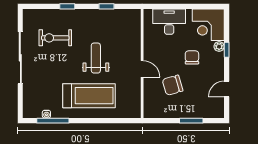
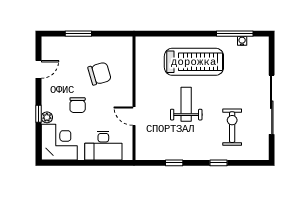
exercise bike: (55, 38) -> (232, 127), turned -90
weight bench: (96, 58) -> (186, 104), turned 180
door: (142, 69) -> (134, 116), moved
treadmill: (89, 96) -> (194, 62), turned 180

